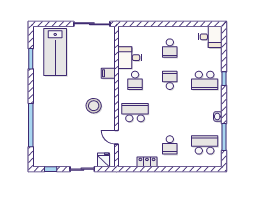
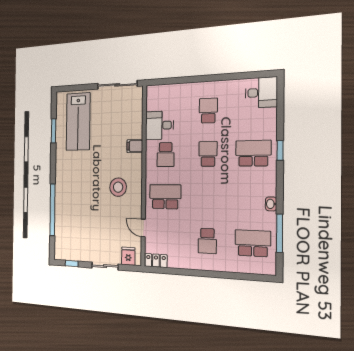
school desk: (170, 48) -> (208, 111), turned 180
school desk: (205, 80) -> (253, 153), turned 180
locker: (147, 162) -> (156, 261), moved

